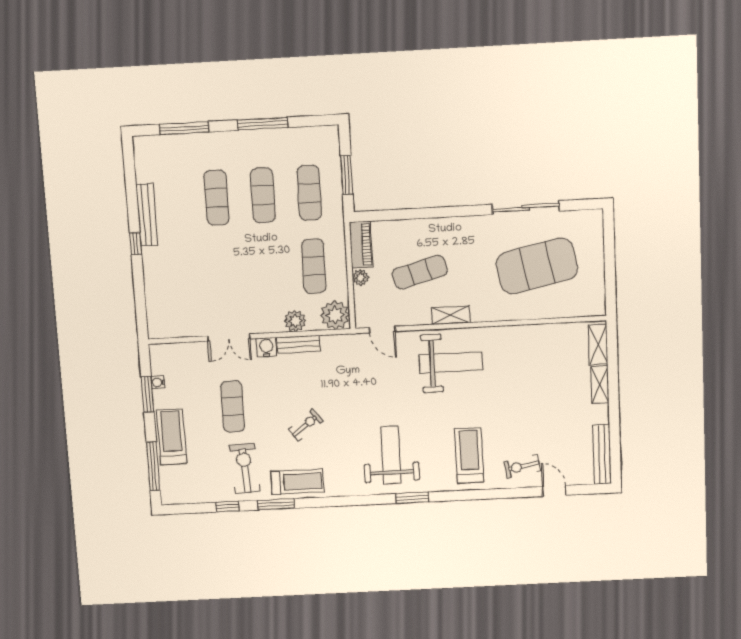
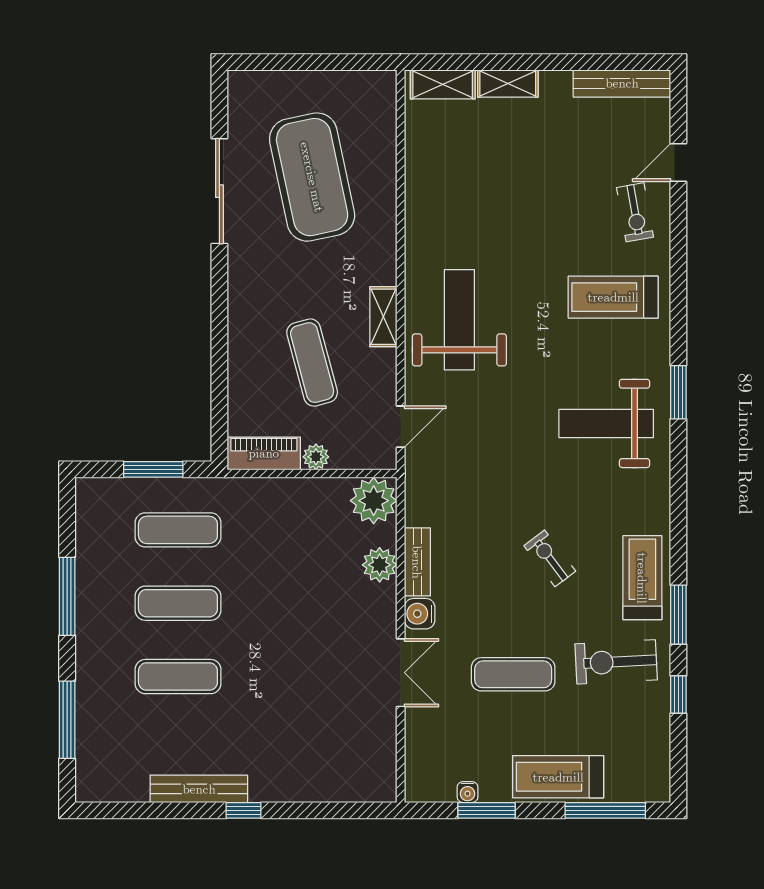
exercise mat: (314, 266) -> (294, 530), removed

